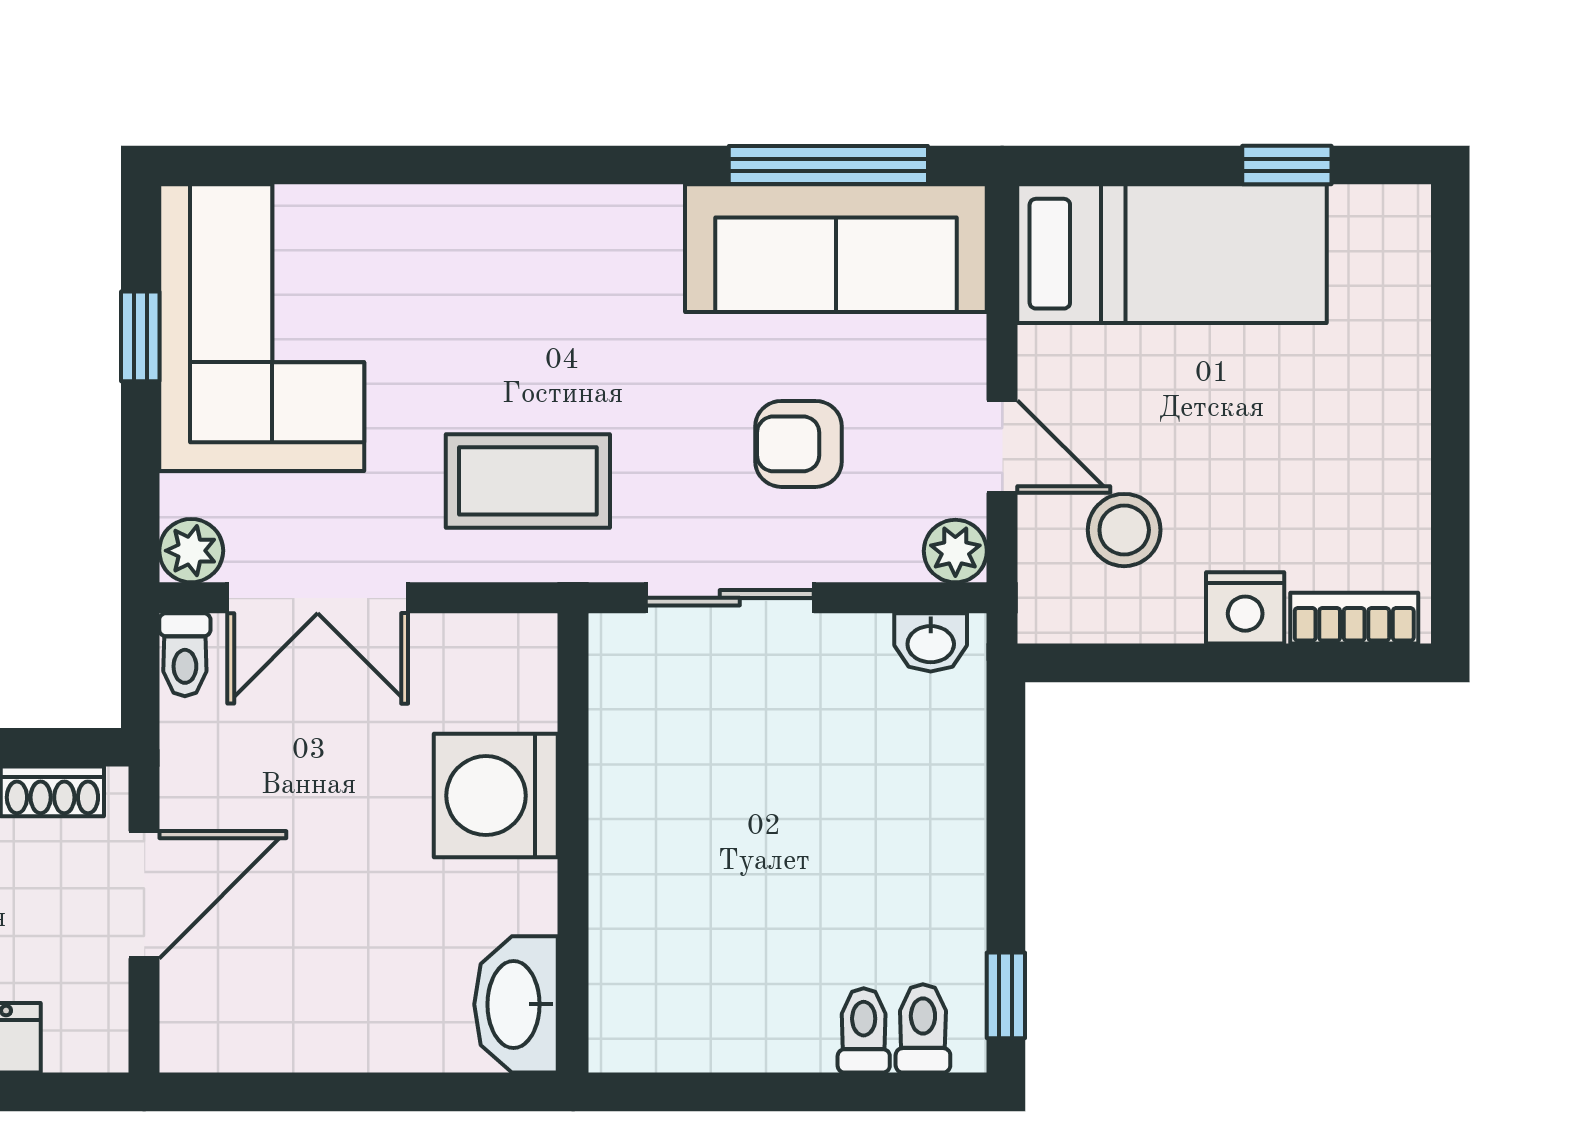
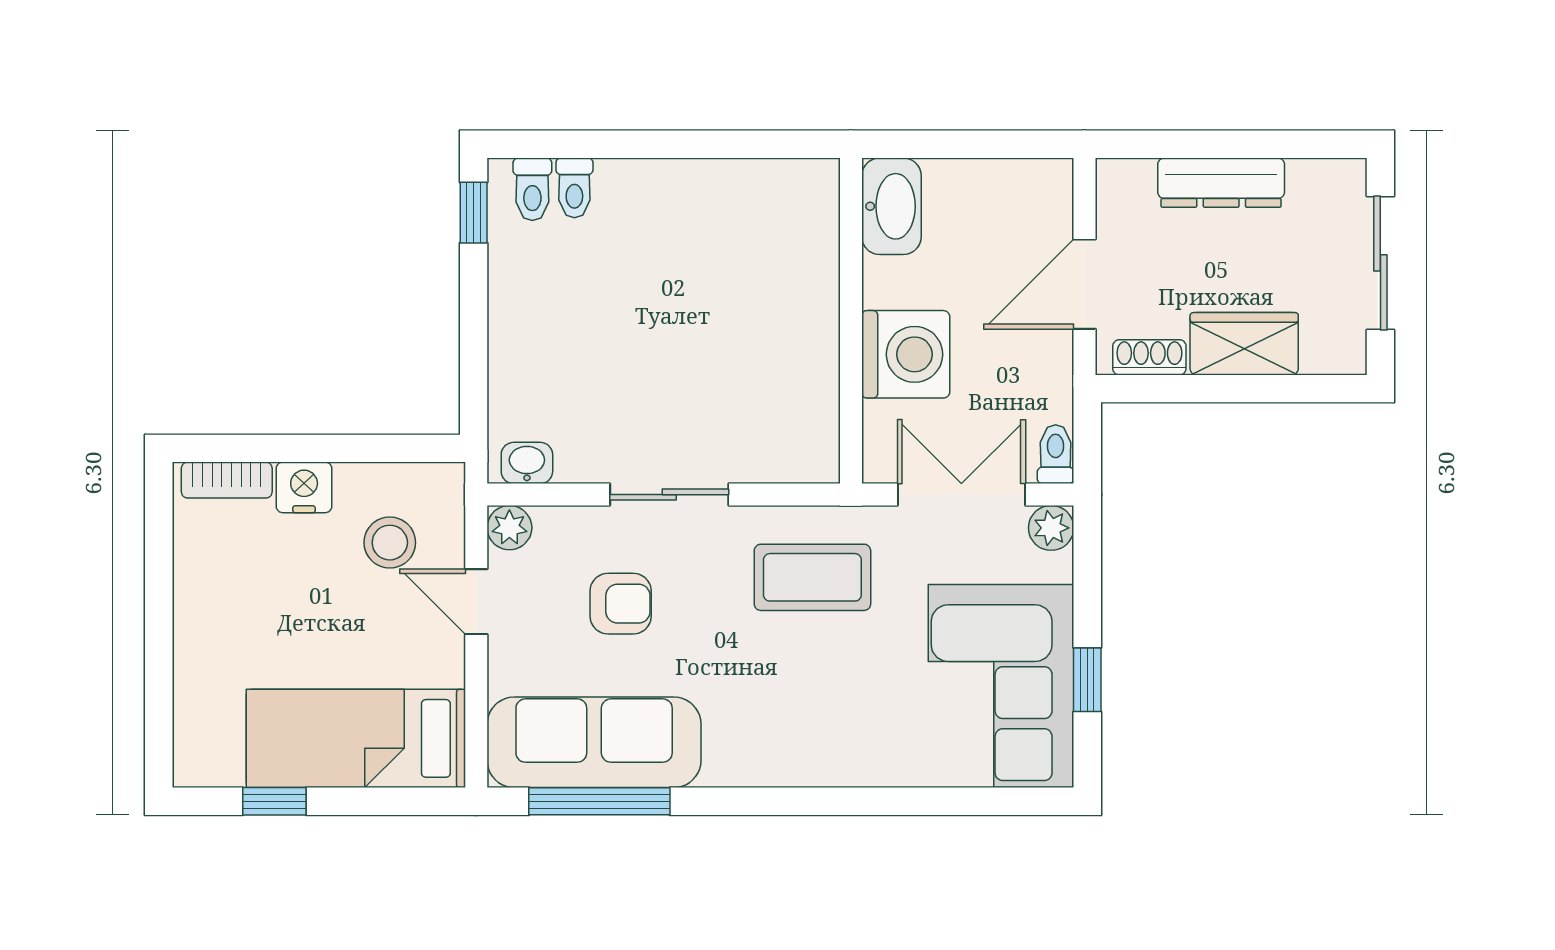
washing machine: (496, 796) -> (906, 354), moved
wall: (573, 843) -> (851, 321), moved
washbasin: (516, 1004) -> (891, 206), moved

